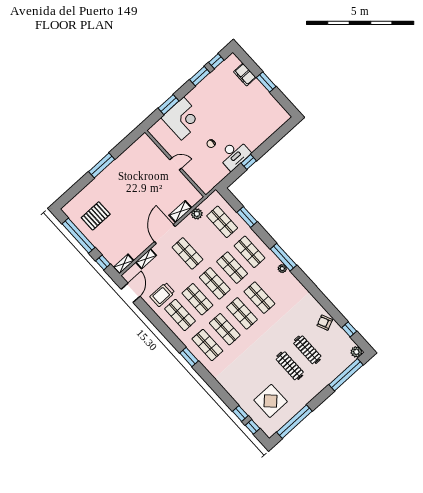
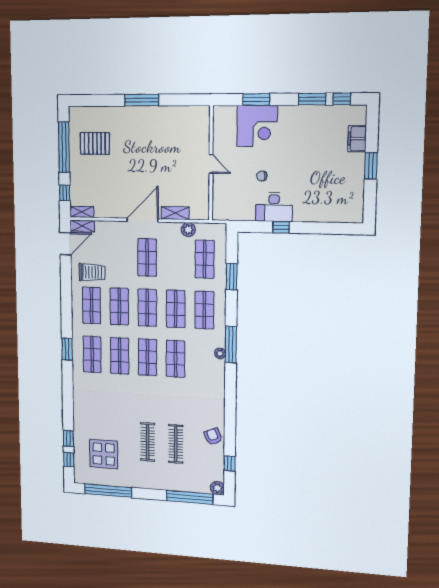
shelving: (146, 259) -> (82, 226), moved
trolley: (162, 295) -> (92, 272), turned 180

